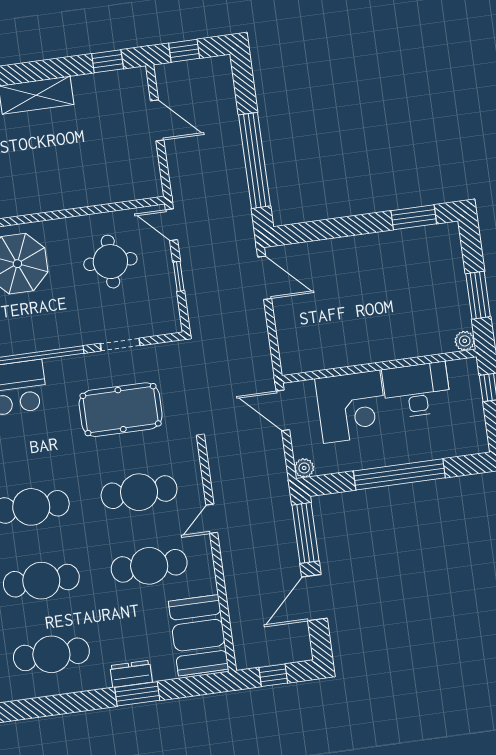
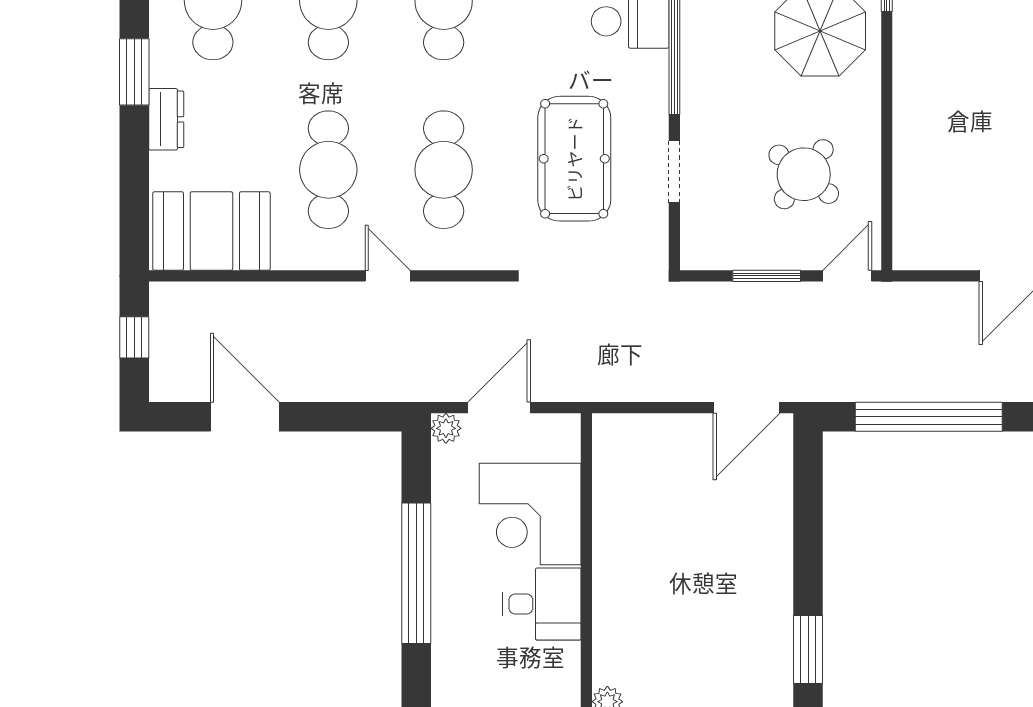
round table: (110, 262) -> (804, 174), turned 38
window: (179, 276) -> (767, 276), width x1.50
desk: (417, 390) -> (542, 604), width x0.73
door: (283, 410) -> (499, 408), moved
window: (306, 533) -> (346, 417), removed
window: (137, 694) -> (134, 72), moved

